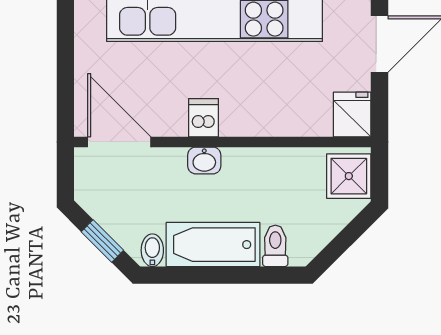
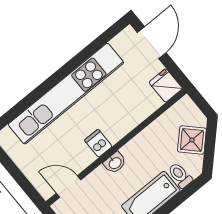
door: (119, 142) -> (69, 186), width x0.73
shower: (349, 176) -> (192, 140), moved, turned 45

